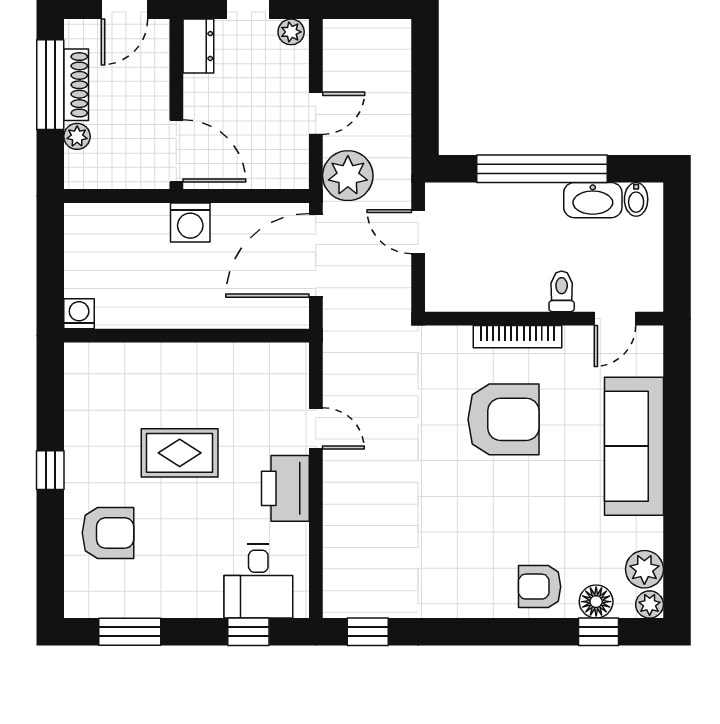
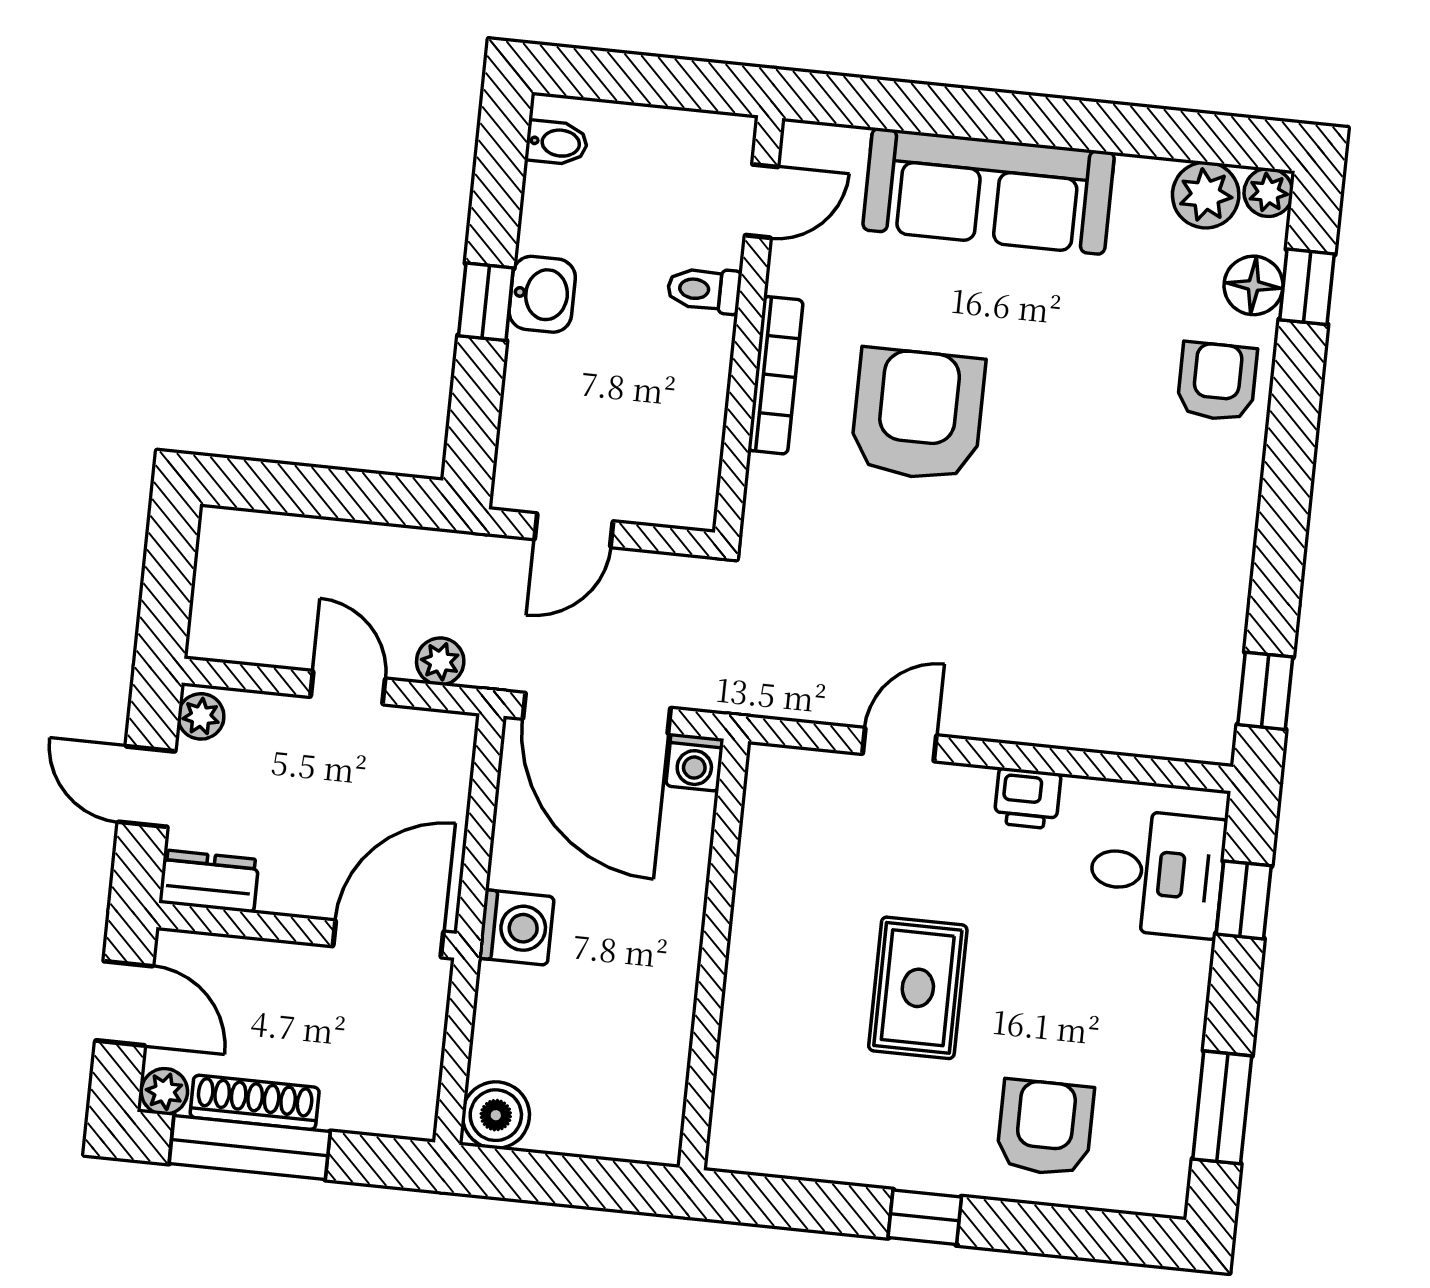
plant: (77, 136) -> (164, 1091), moved
window: (542, 169) -> (486, 302), width x0.32
plant: (348, 176) -> (440, 661), width x0.53, depth x0.53
washbasin: (593, 200) -> (542, 294), moved, width x0.72
boiler: (83, 222) -> (496, 1115), added
washing machine: (79, 314) -> (695, 762), moved, turned -90
door: (615, 319) -> (761, 201), hinge flipped
printer: (285, 488) -> (1027, 798), width x0.53, depth x0.68
armchair: (540, 587) -> (1217, 382), turned 180

